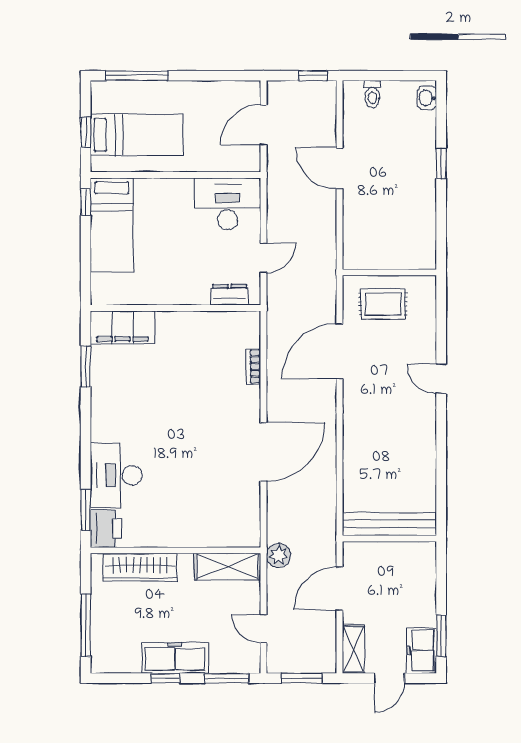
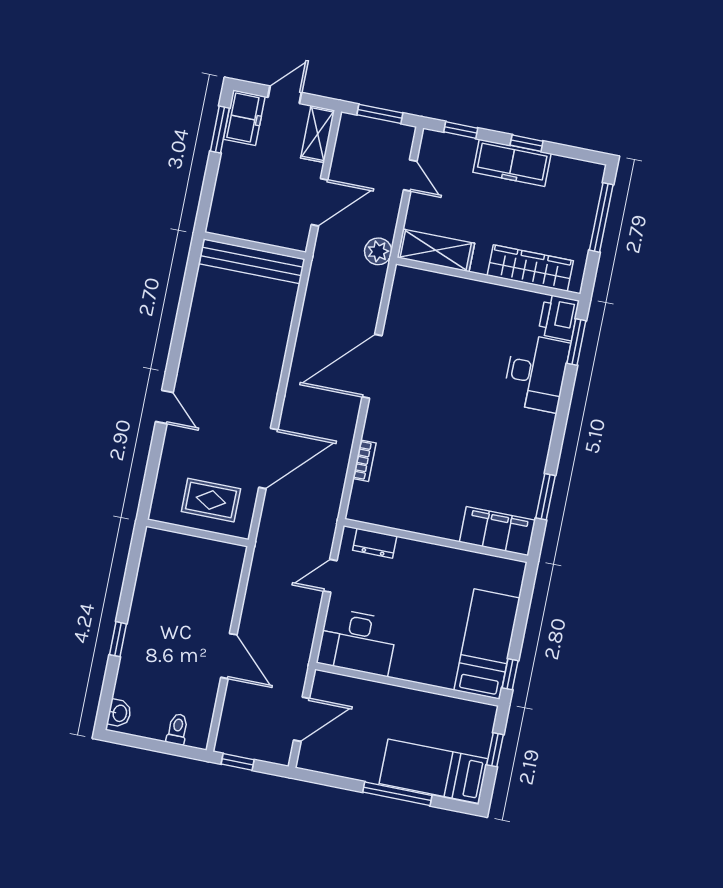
window: (137, 76) -> (397, 794), moved
bed: (137, 135) -> (434, 771), moved
window: (226, 678) -> (461, 130), width x0.67

